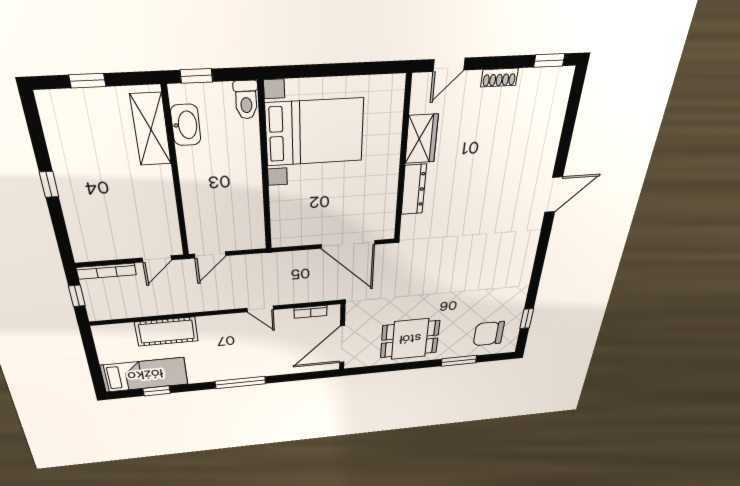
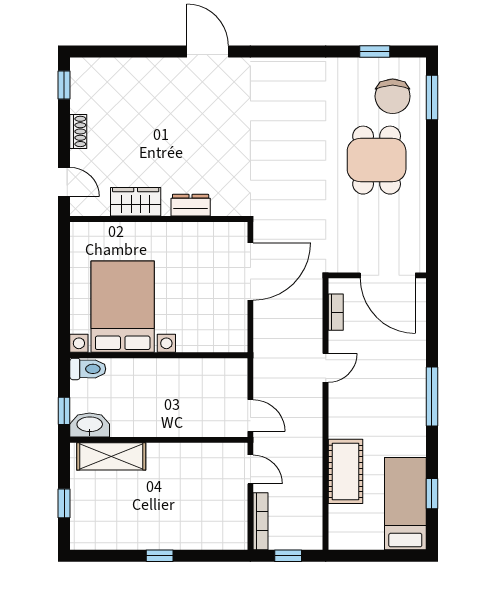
washbasin: (186, 125) -> (90, 425), moved
dresser: (414, 190) -> (191, 205), width x0.70
dining table: (410, 339) -> (377, 160), moved
window: (459, 361) -> (432, 98), moved

